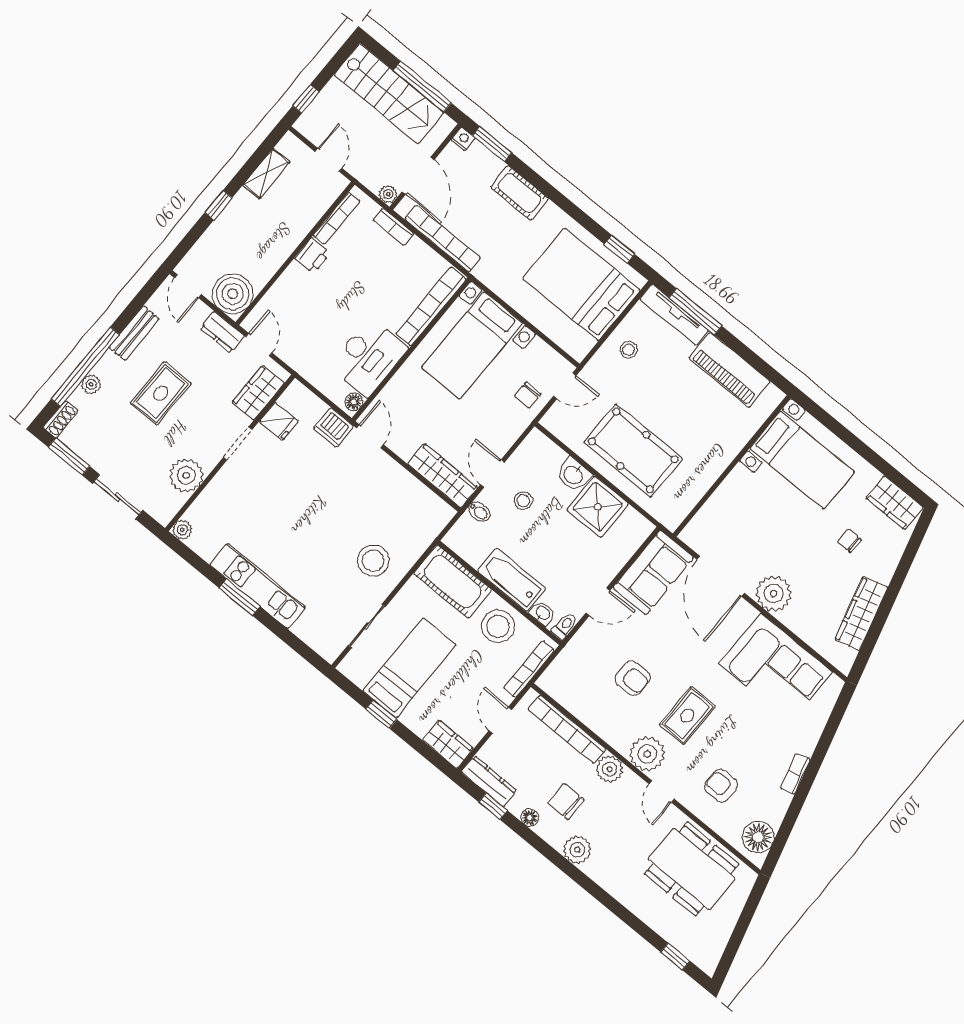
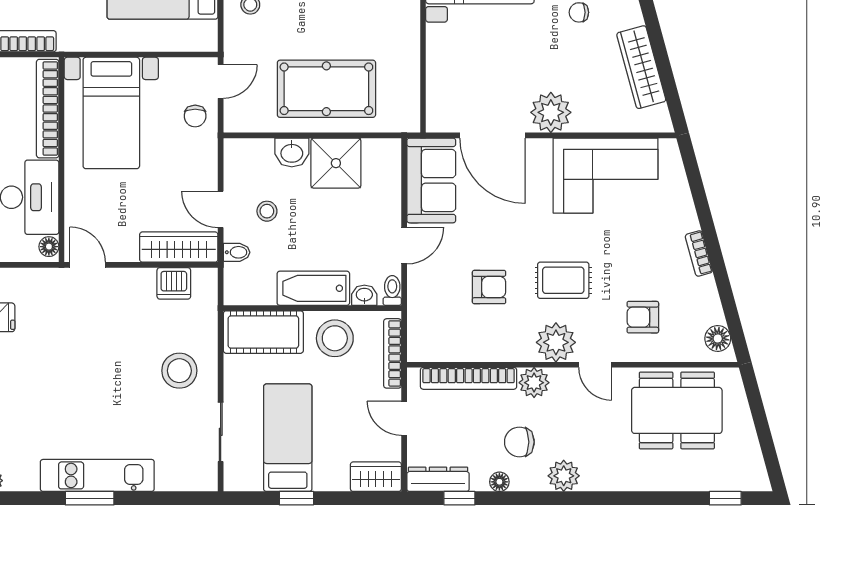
dishwasher: (334, 427) -> (174, 283), moved
rug: (687, 716) -> (563, 280), turned 90
floor lamp: (758, 837) -> (718, 338), width x0.73, depth x0.73

